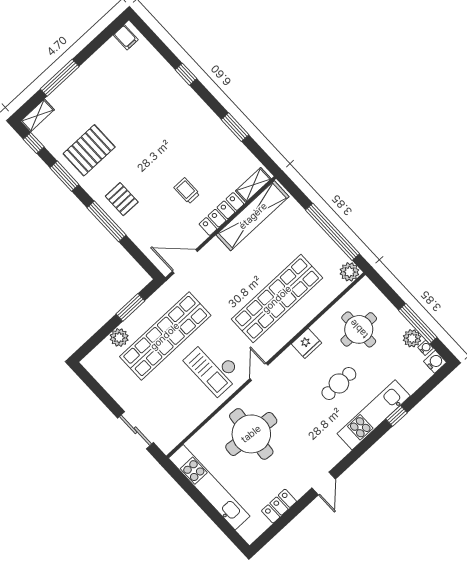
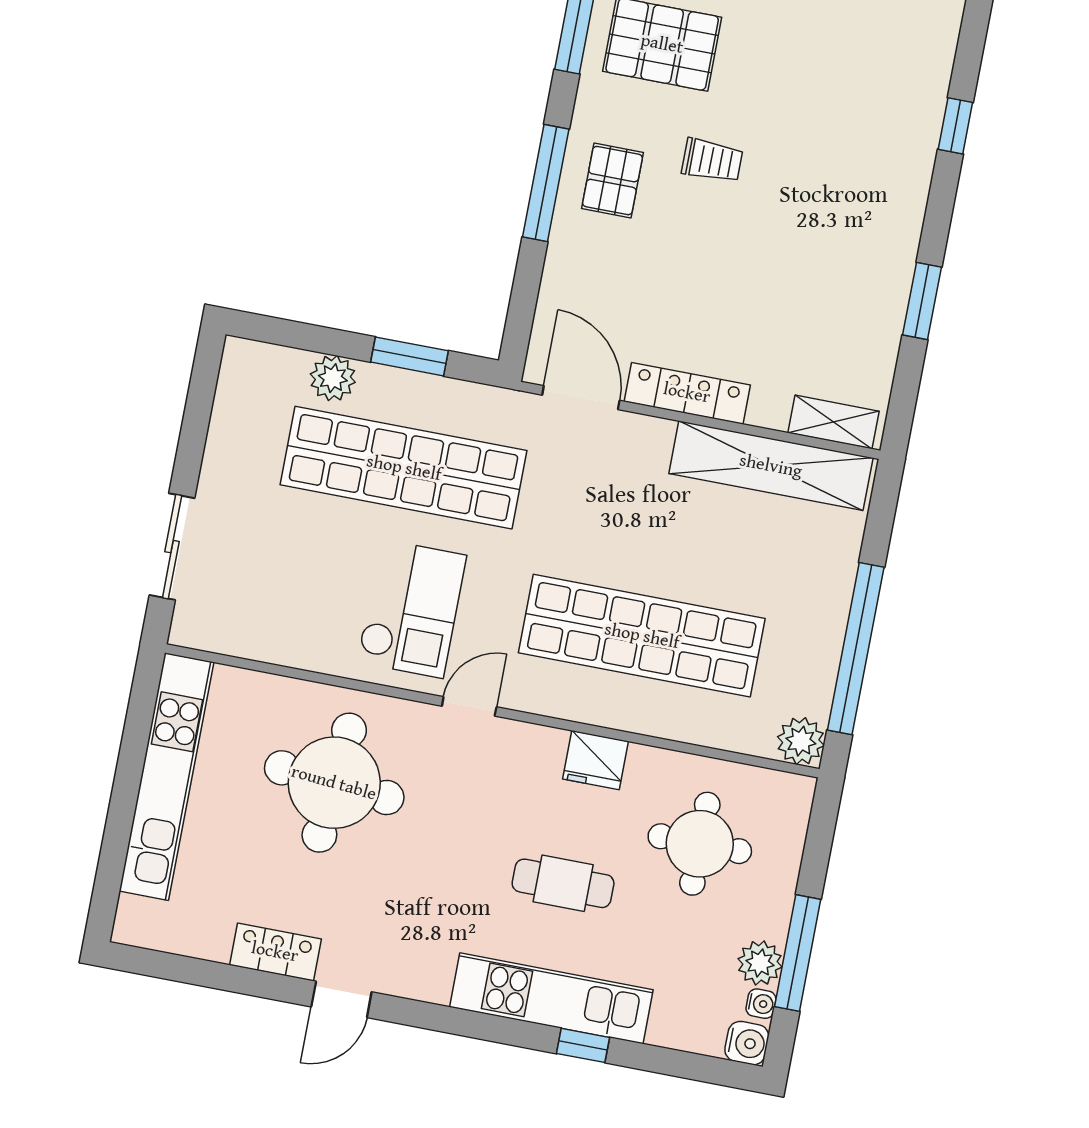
trolley: (187, 191) -> (712, 160), moved, turned 90
locker: (221, 214) -> (687, 393), moved
checkout: (213, 367) -> (412, 609), turned 180
locker: (279, 506) -> (275, 952), moved

